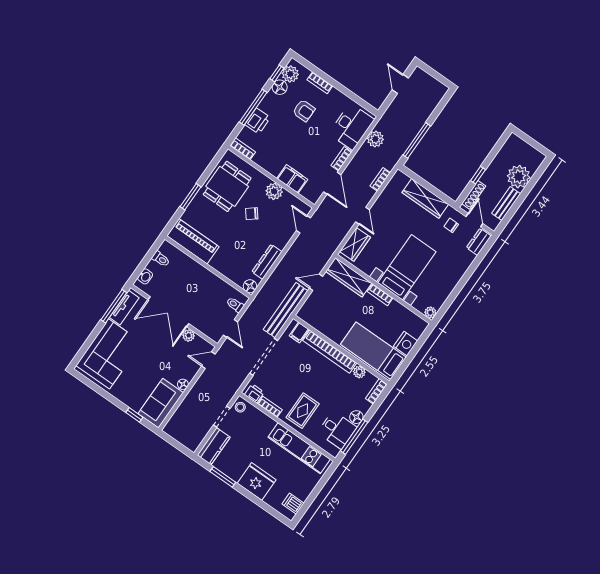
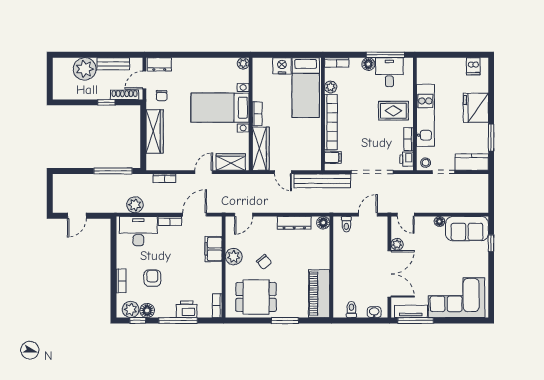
kitchen unit: (299, 448) -> (425, 115), moved

